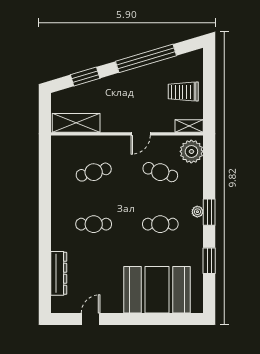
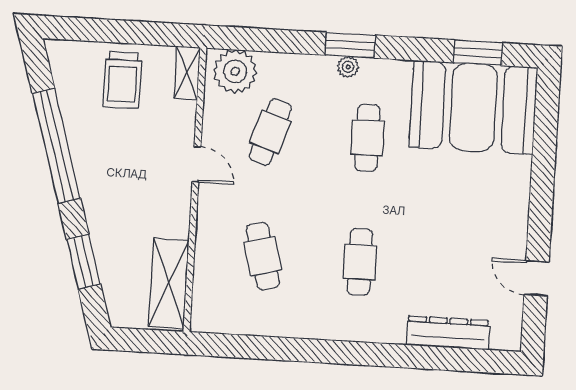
window: (209, 261) -> (478, 53), moved
booth: (157, 290) -> (473, 107), moved, turned 90

